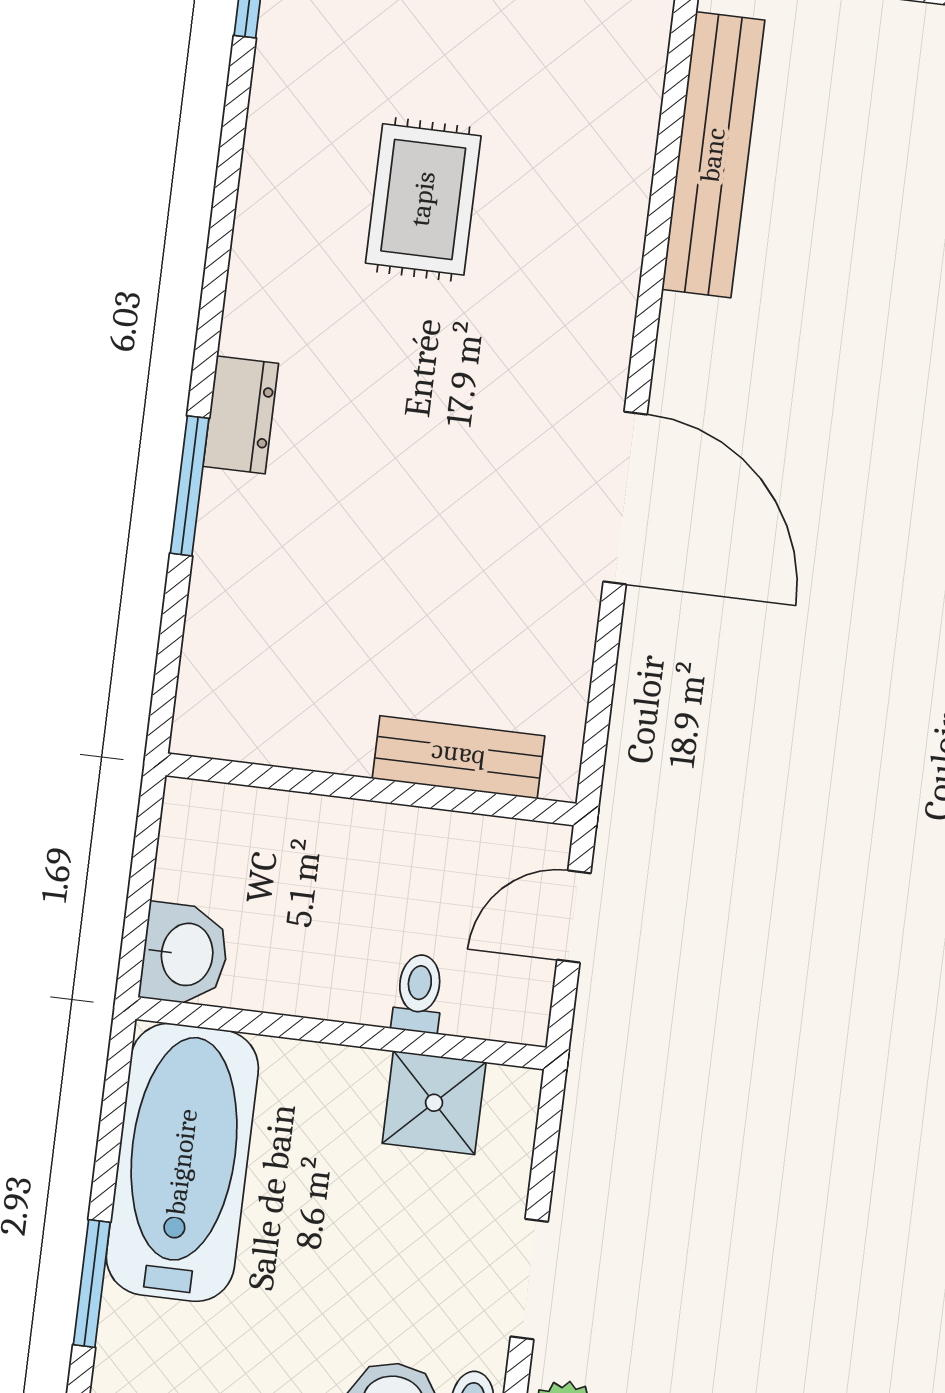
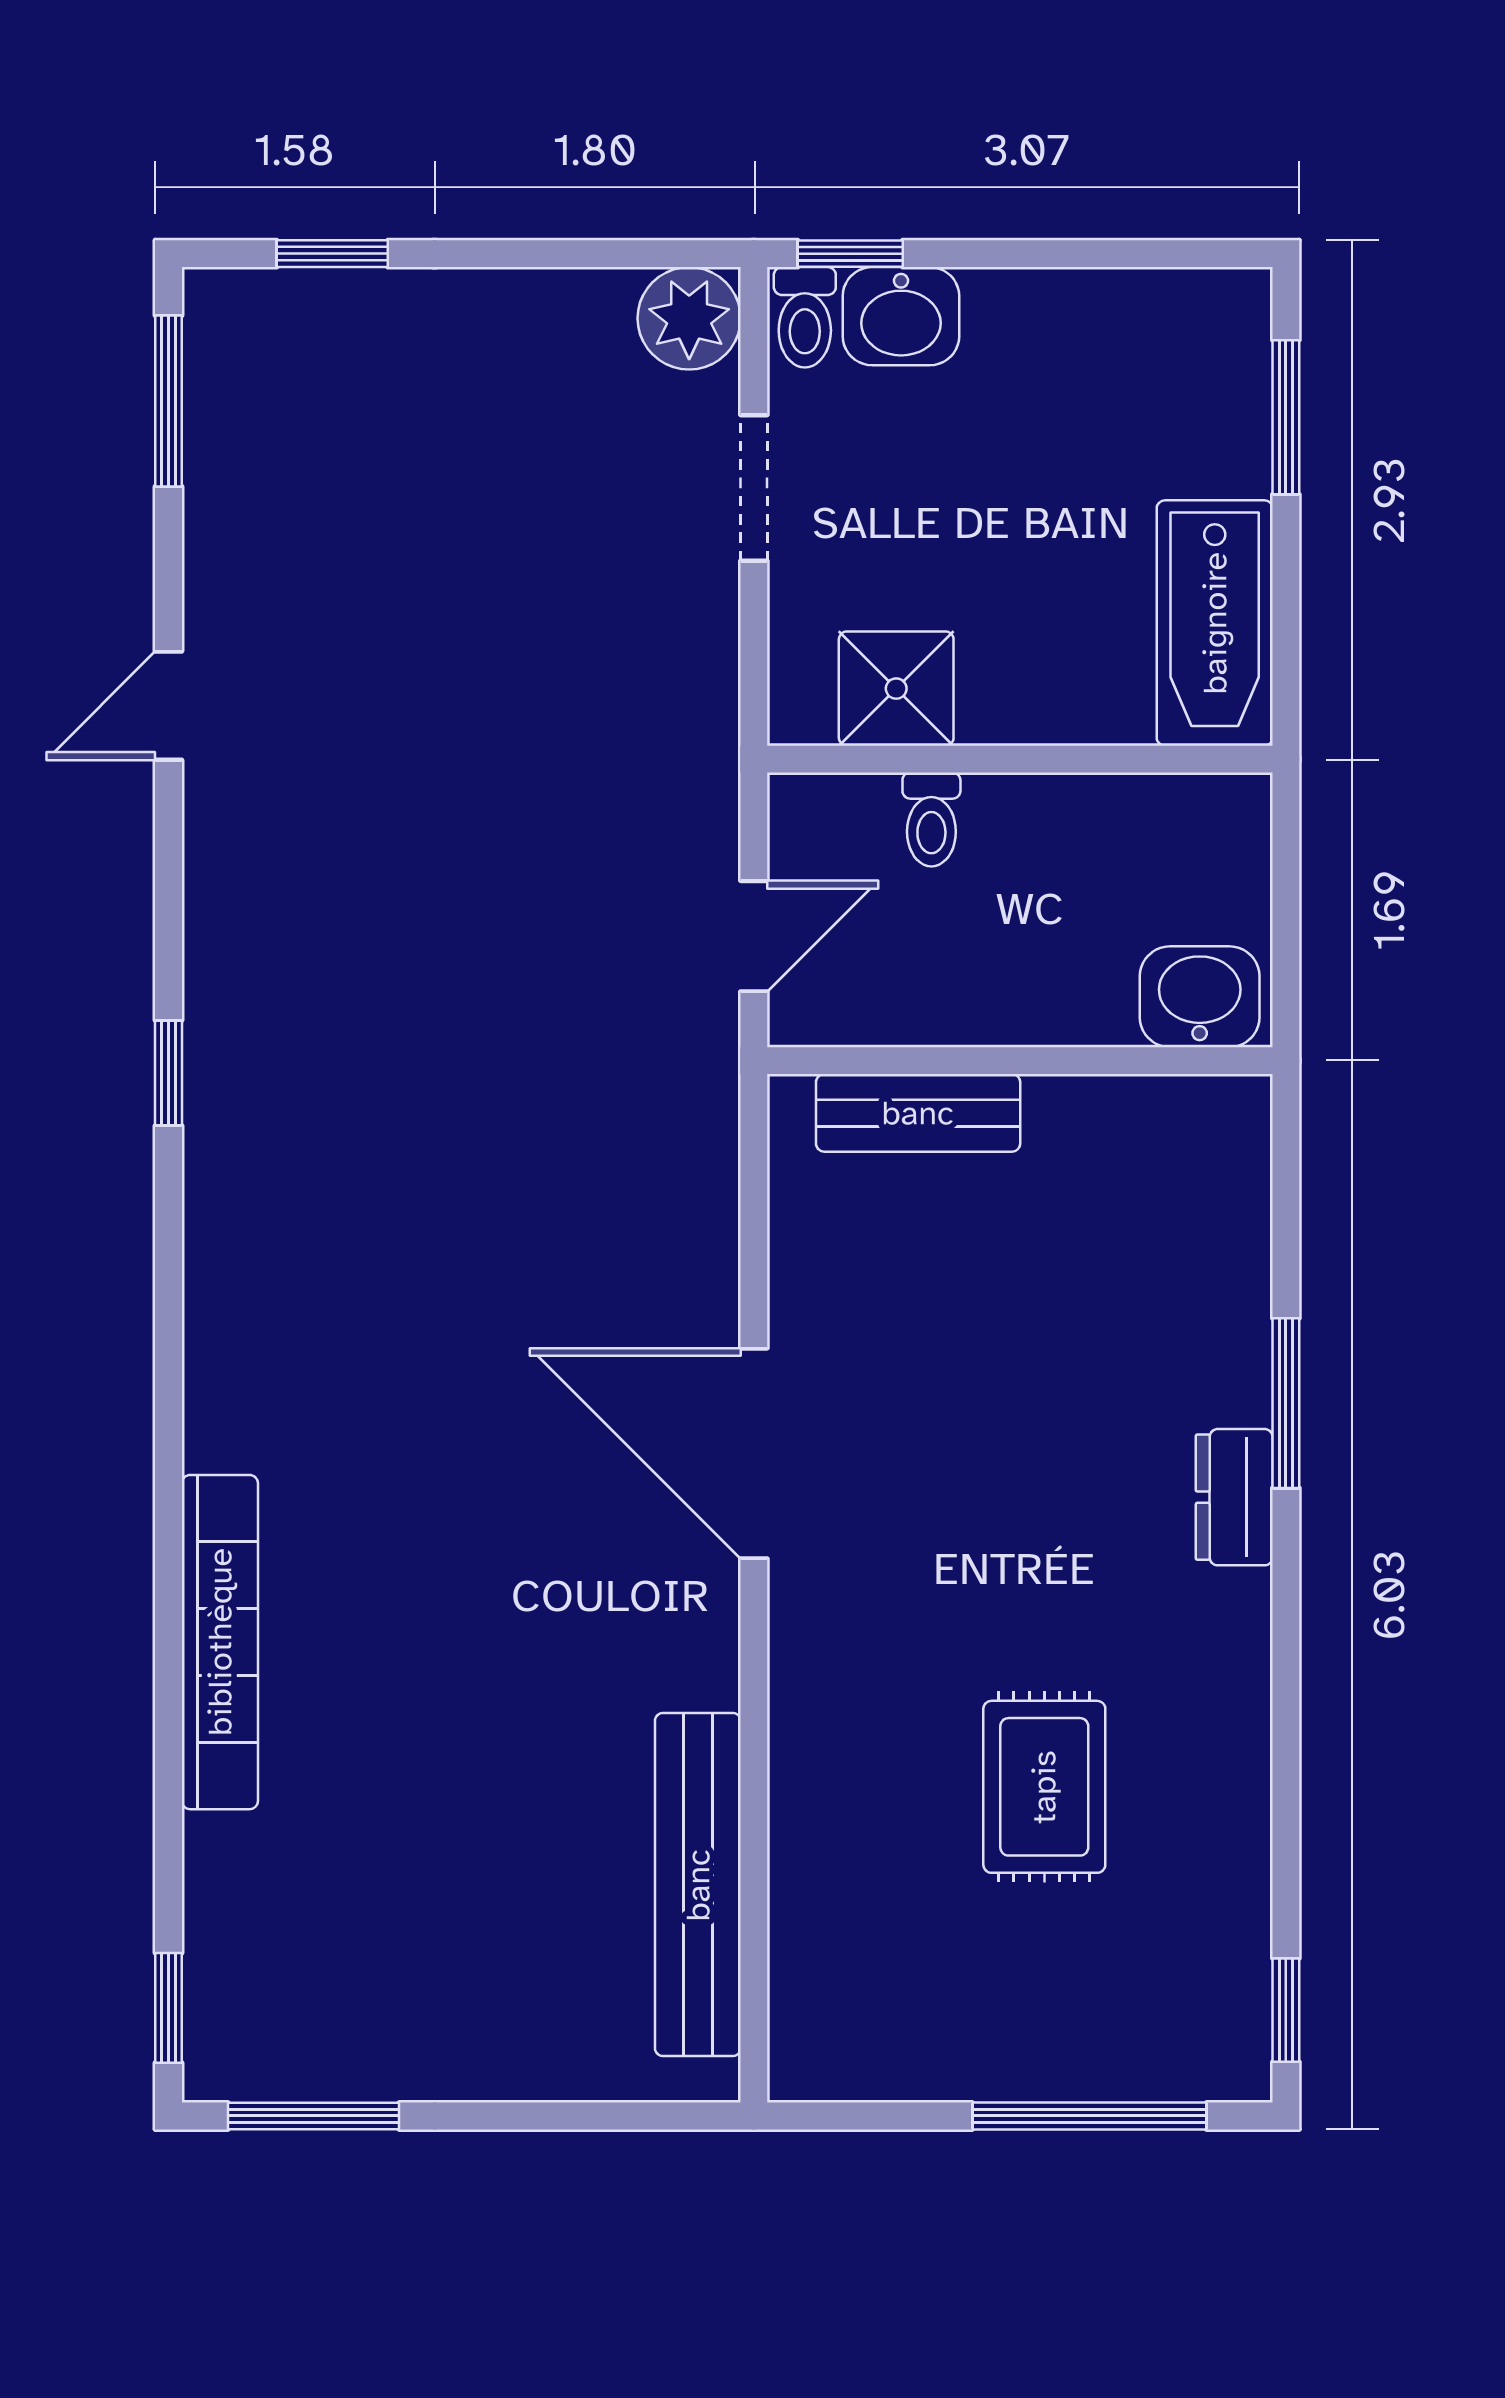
washbasin: (185, 954) -> (1200, 997), moved, turned 90
bathtub: (182, 1162) -> (1215, 623), width x0.73, depth x0.73

